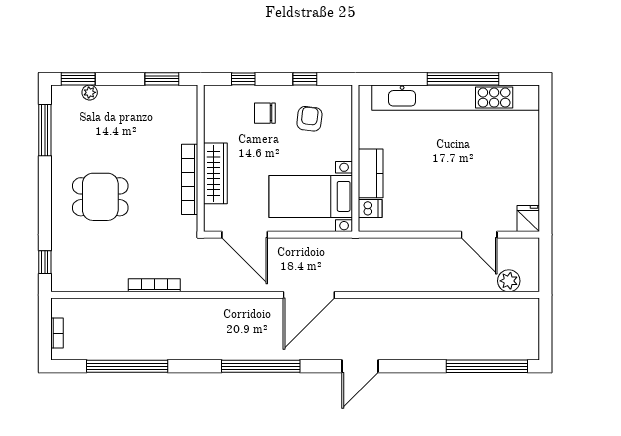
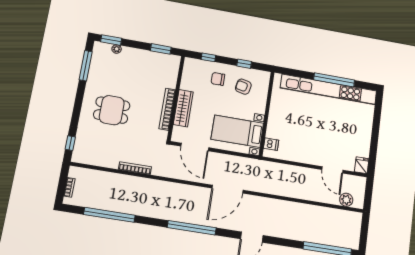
armchair: (309, 119) -> (243, 87), turned -85
kitchen counter: (371, 173) -> (274, 124), removed

